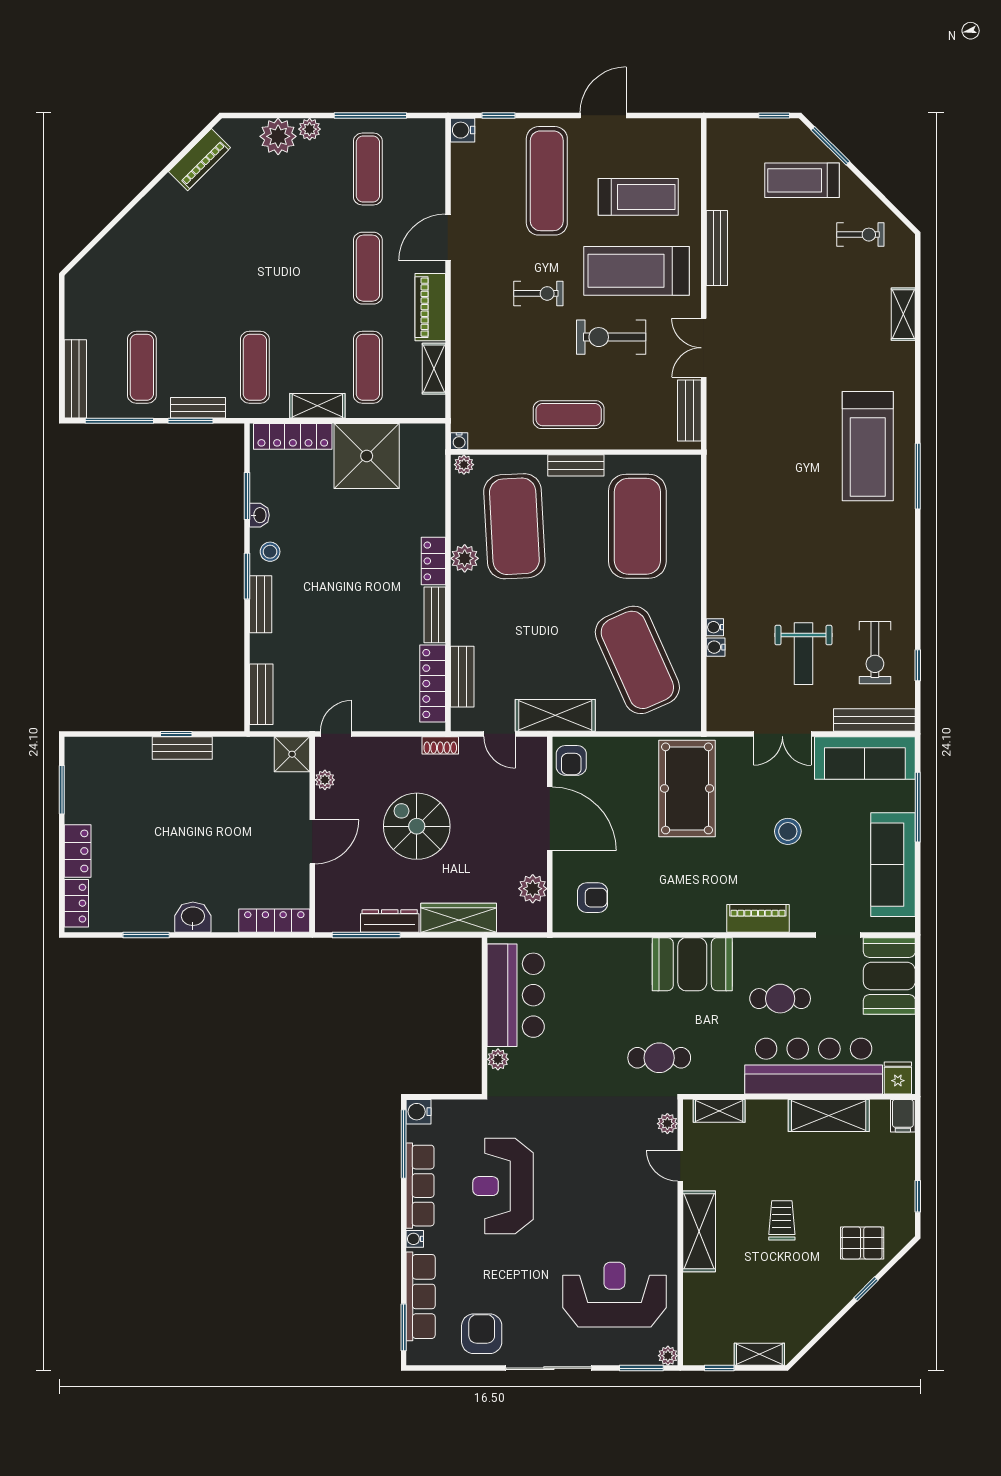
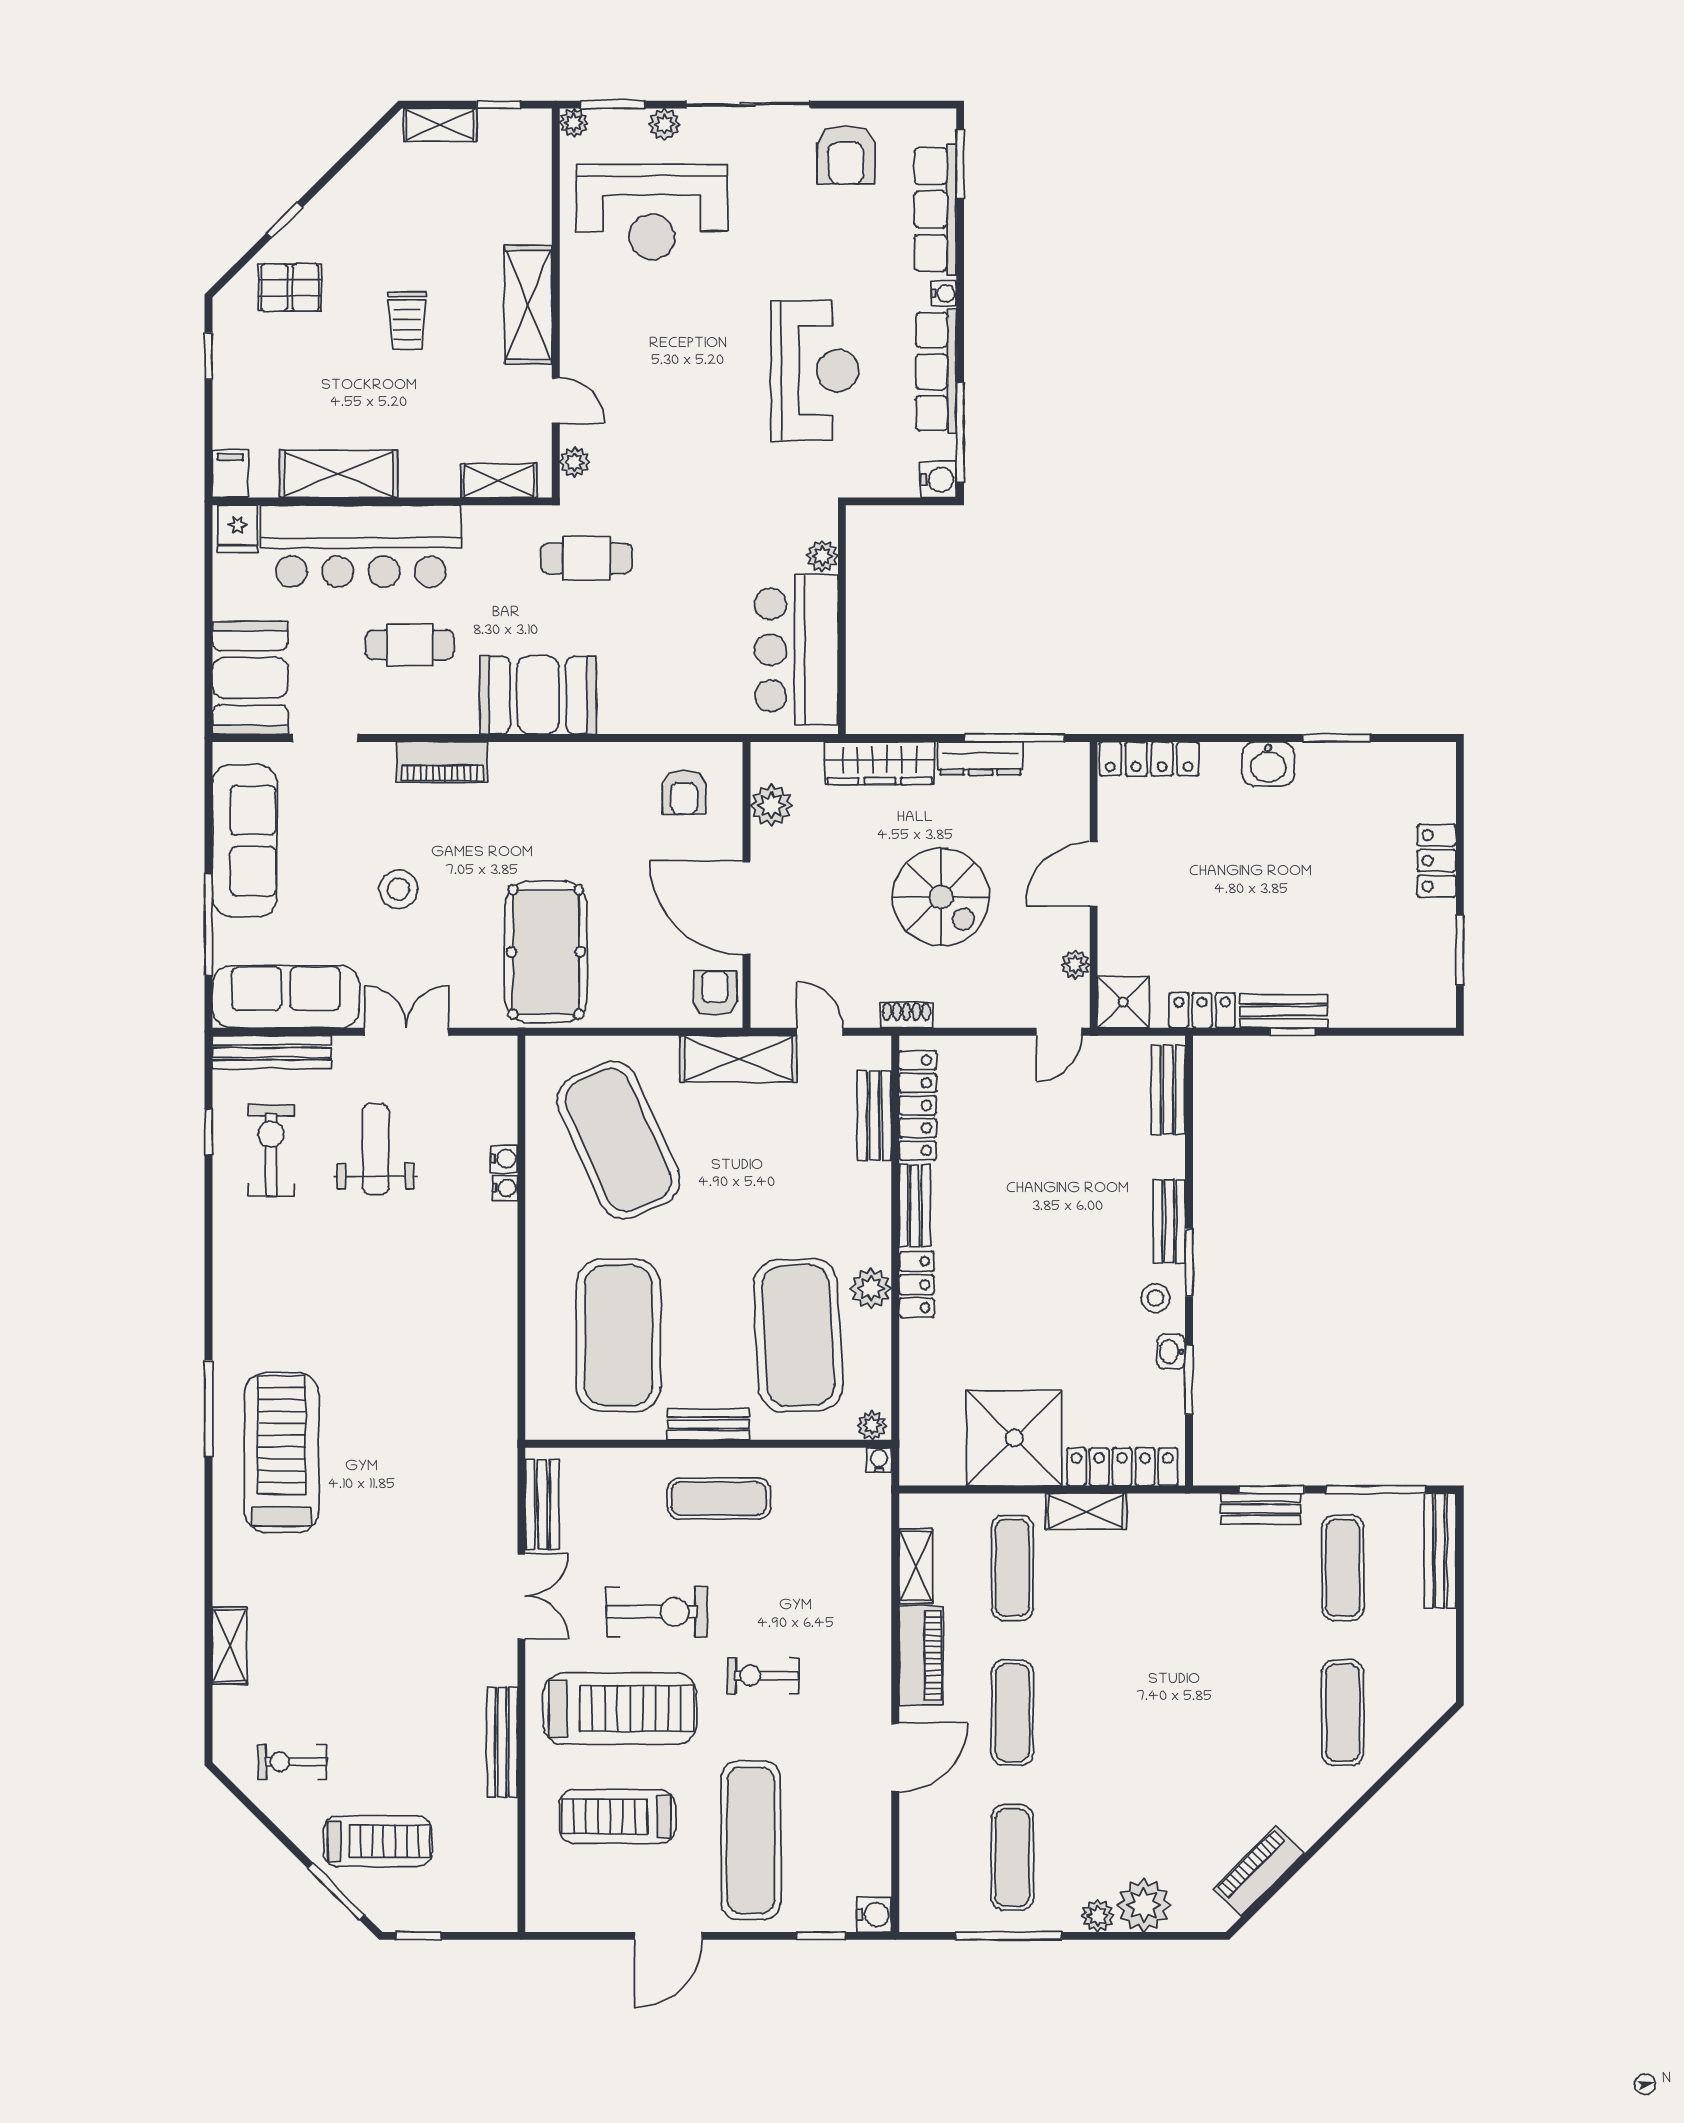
exercise mat: (255, 367) -> (1343, 1713), moved
armchair: (593, 898) -> (684, 792), turned -90
locker: (76, 903) -> (1202, 1010), moved, turned 90
plant: (606, 1355) -> (664, 124), added

